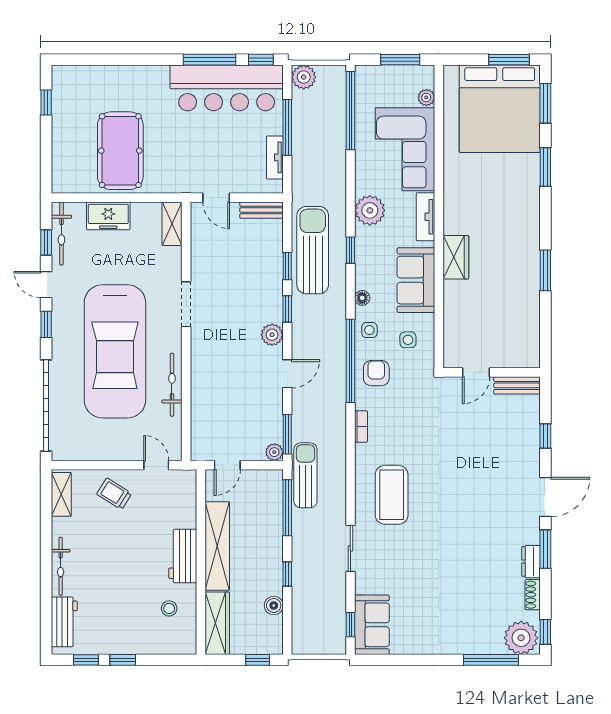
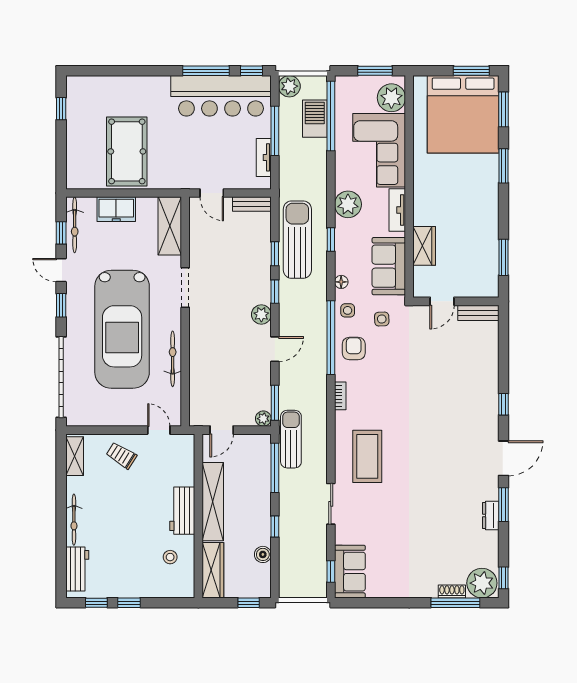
plant: (426, 97) -> (391, 98), width x1.87, depth x1.87
barbecue: (332, 114) -> (315, 119), added
shelving: (172, 224) -> (170, 226), width x1.50, depth x1.33
door: (476, 372) -> (442, 301), moved
wall: (492, 372) -> (456, 301), moved
bench: (517, 385) -> (478, 313), moved
shoe rack: (533, 595) -> (452, 591), moved, turned 90

